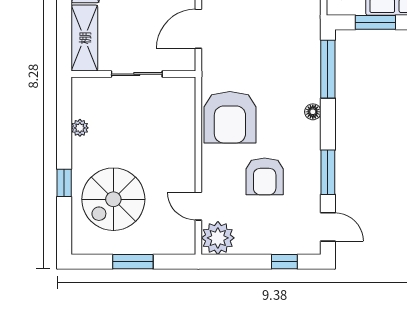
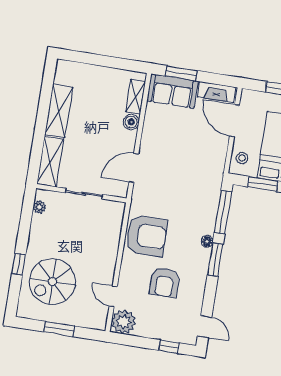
armchair: (230, 117) -> (146, 236), turned -90
plant: (80, 128) -> (39, 207), moved
window: (328, 172) -> (215, 260), moved

